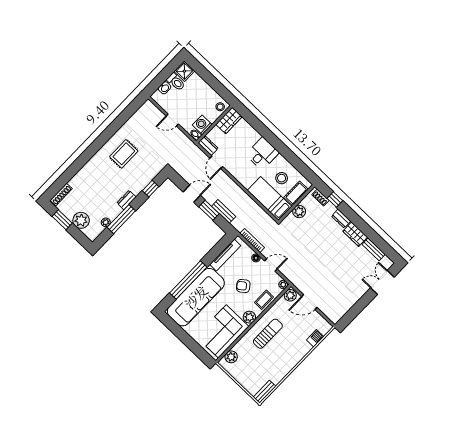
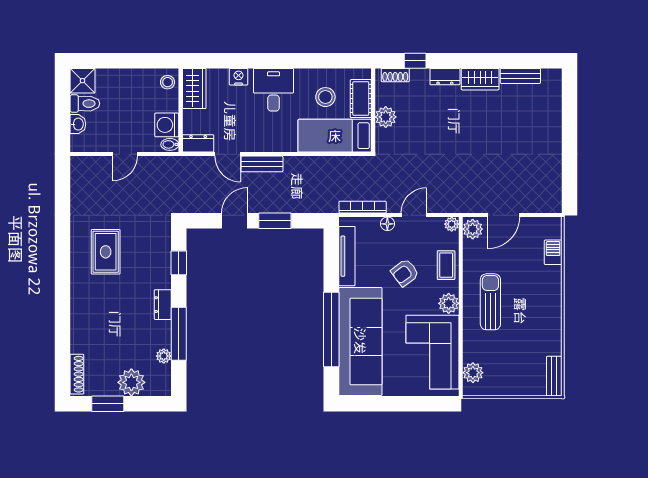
nightstand: (253, 134) -> (239, 77), added
bench: (224, 211) -> (262, 164), moved
double door: (382, 282) -> (569, 106), removed

